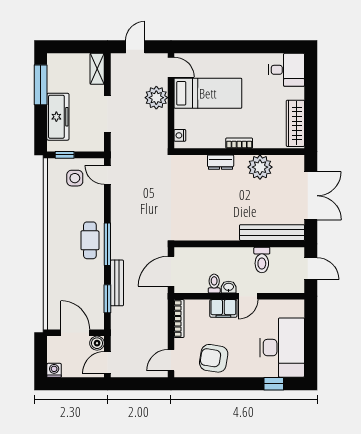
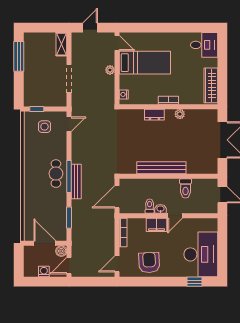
plant: (156, 98) -> (110, 70), width x0.53, depth x0.53
freezer: (58, 117) -> (32, 80), removed
plant: (260, 167) -> (180, 114), width x0.53, depth x0.53
door: (107, 175) -> (69, 124), swing flipped
bench: (272, 233) -> (161, 168), moved
bench: (117, 283) -> (76, 181), moved
armchair: (214, 358) -> (149, 263), turned 78
washing machine: (54, 370) -> (44, 272), moved

